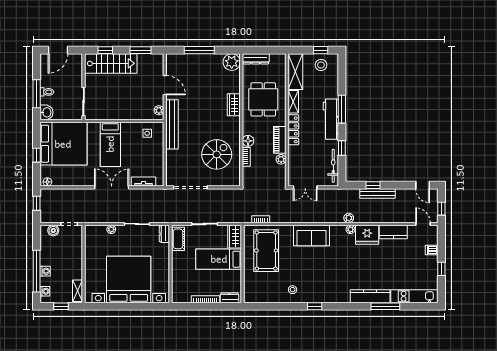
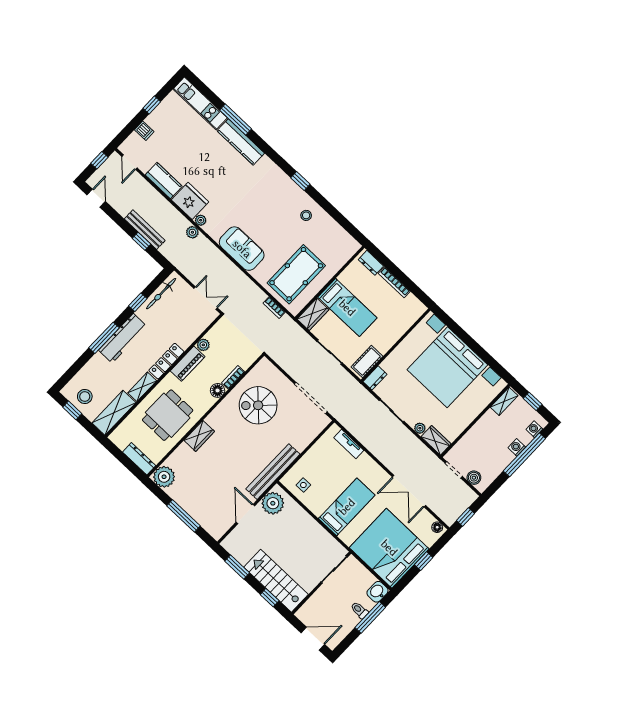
plant: (159, 110) -> (273, 503), width x1.88, depth x1.88
double door: (112, 187) -> (409, 491), moved
wardrobe: (95, 231) -> (436, 440), added

